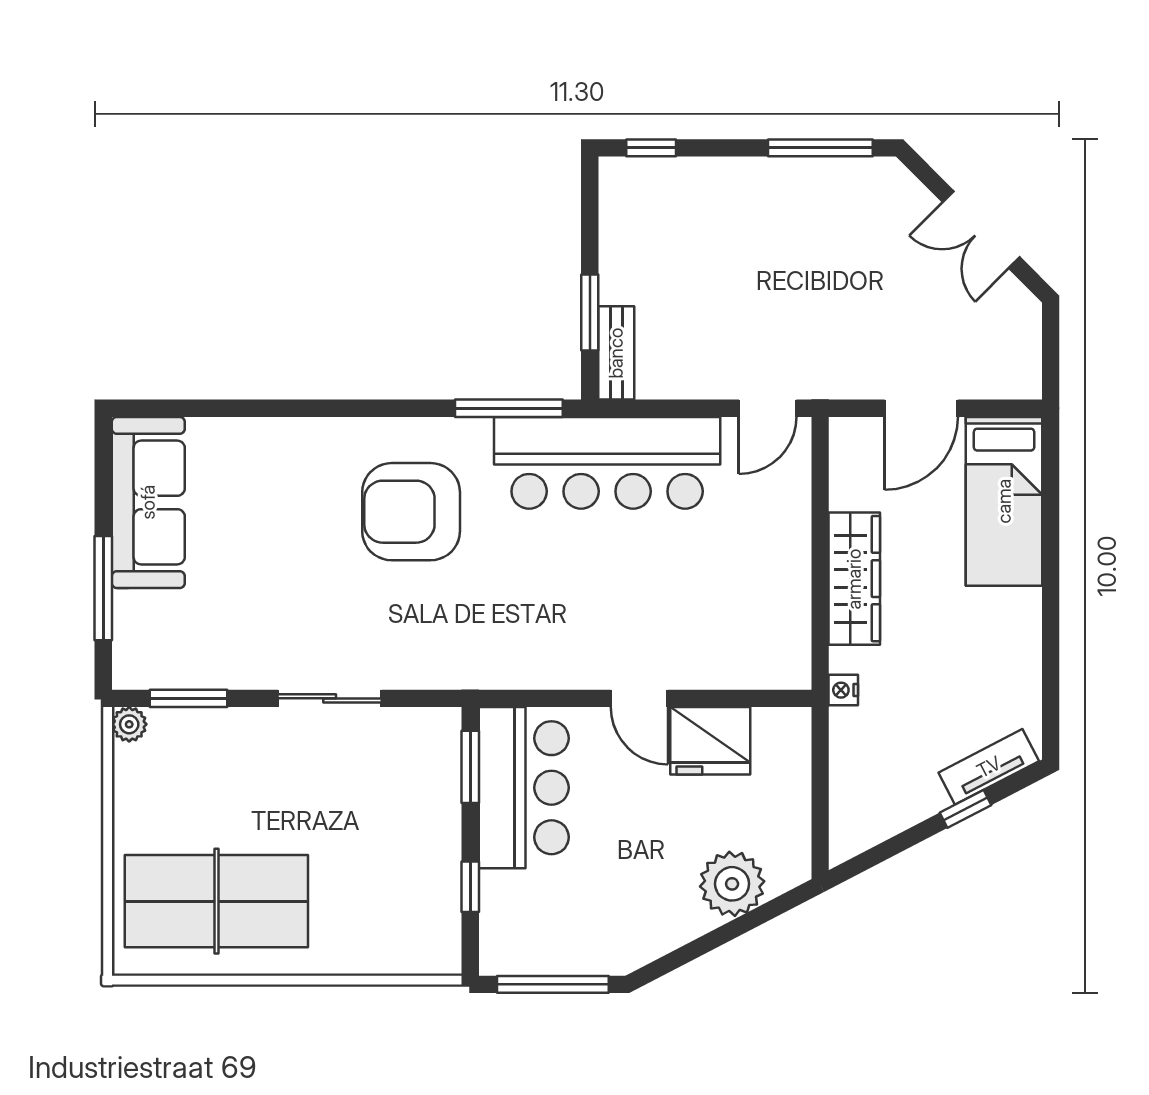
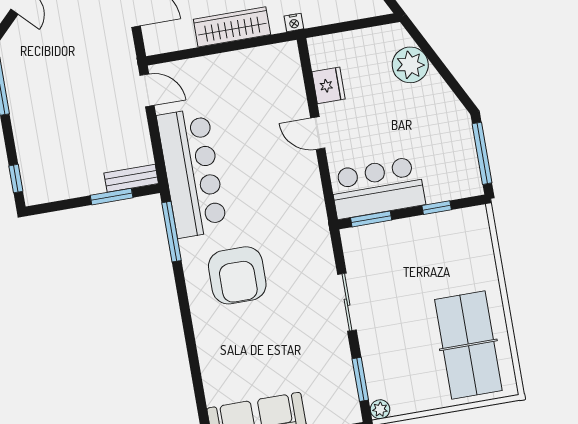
door: (639, 698) -> (318, 133), swing flipped
fridge: (710, 741) -> (328, 85), width x0.73, depth x0.75

